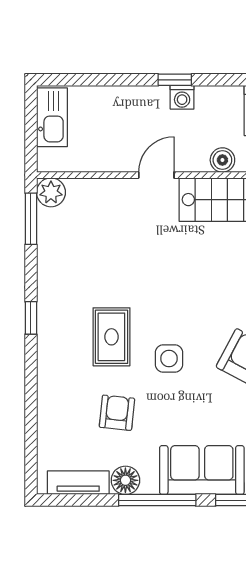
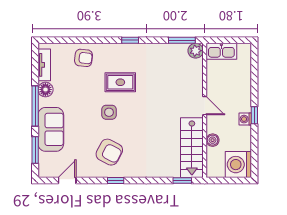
kitchen sink: (52, 117) -> (221, 51), moved
armchair: (117, 413) -> (83, 58), moved

